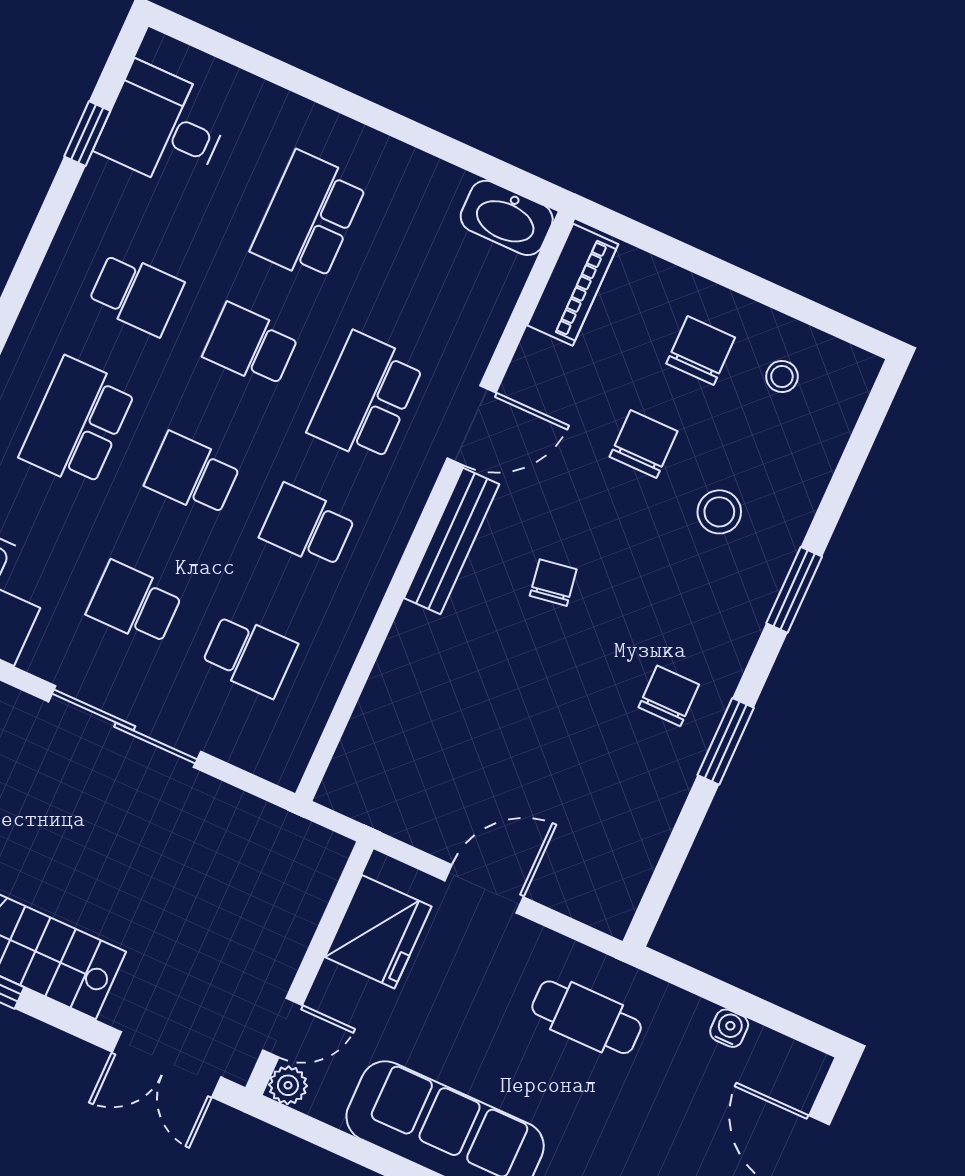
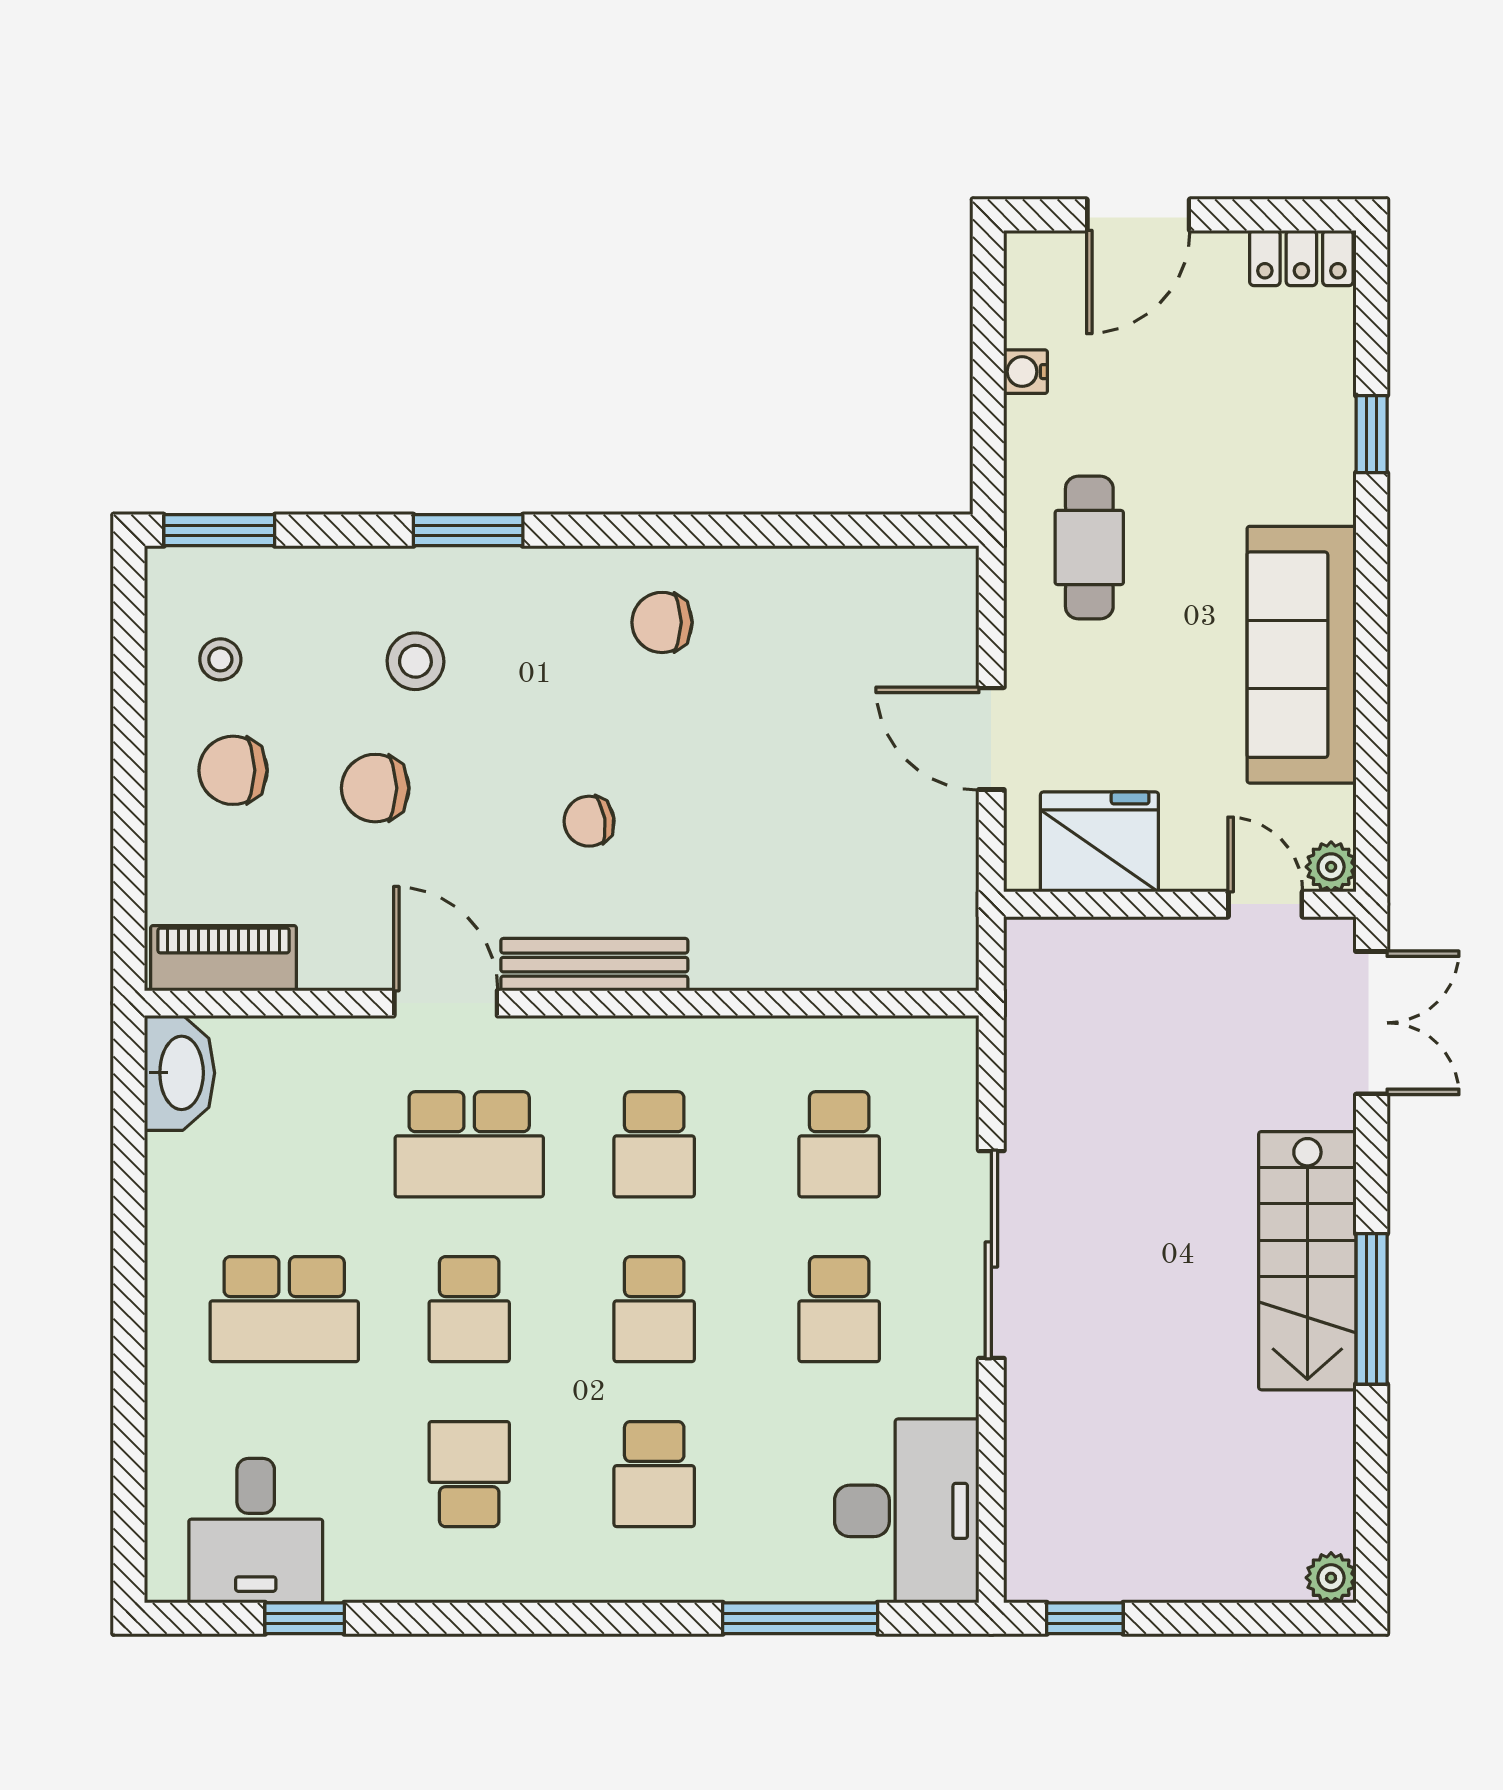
school desk: (78, 422) -> (654, 1474), width x0.54
school desk: (249, 655) -> (839, 1144), turned 180
window: (726, 741) -> (219, 530), moved

